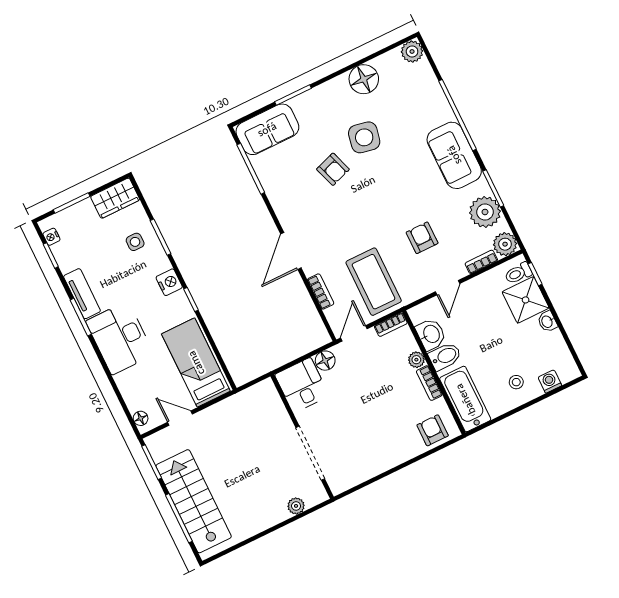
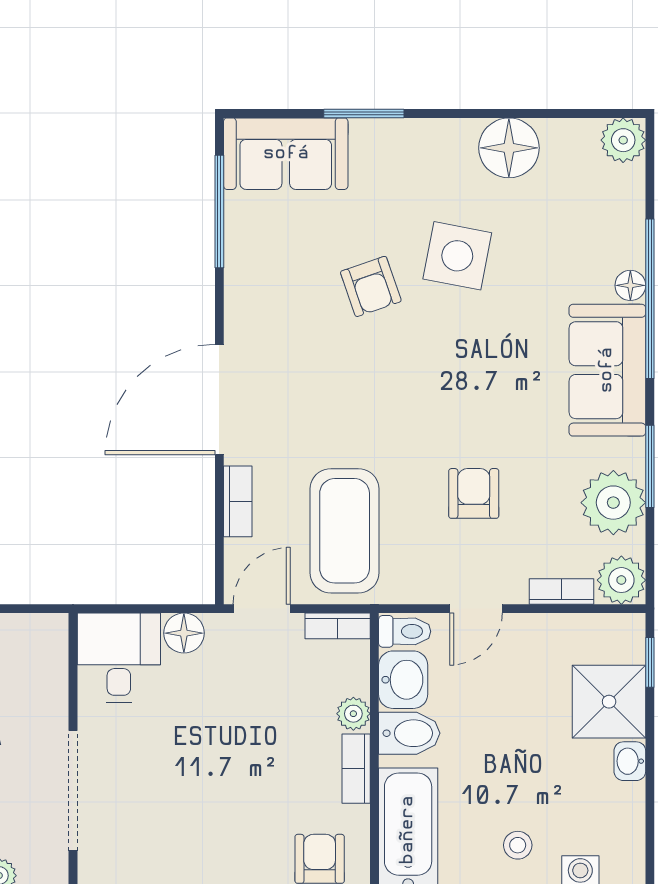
floor lamp: (446, 113) -> (630, 285), added
door: (291, 251) -> (219, 400), width x1.36
toilet: (518, 273) -> (405, 631), moved, turned 180

